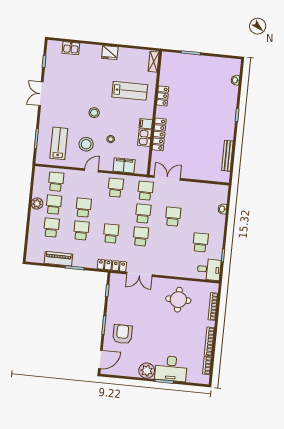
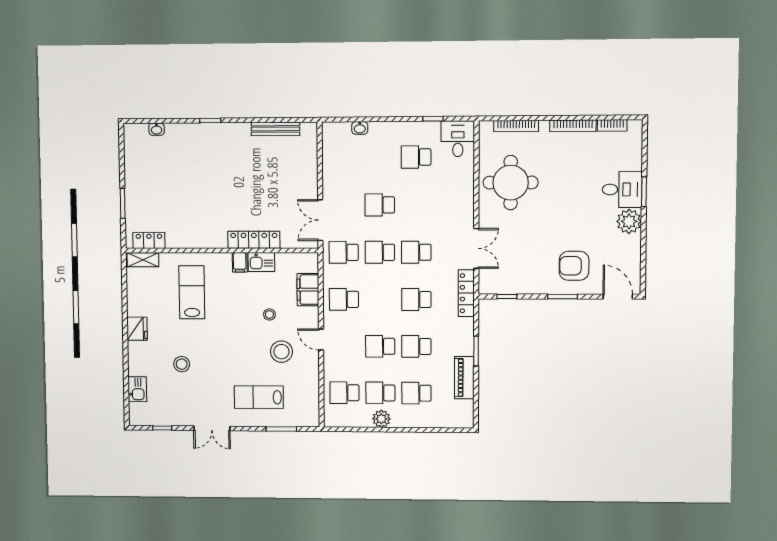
locker: (163, 96) -> (149, 240), moved
stool: (94, 113) -> (182, 364), moved
lab bench: (59, 143) -> (259, 397), moved
round table: (178, 300) -> (511, 183), width x1.36, depth x1.36
desk: (171, 369) -> (622, 189), width x0.73

